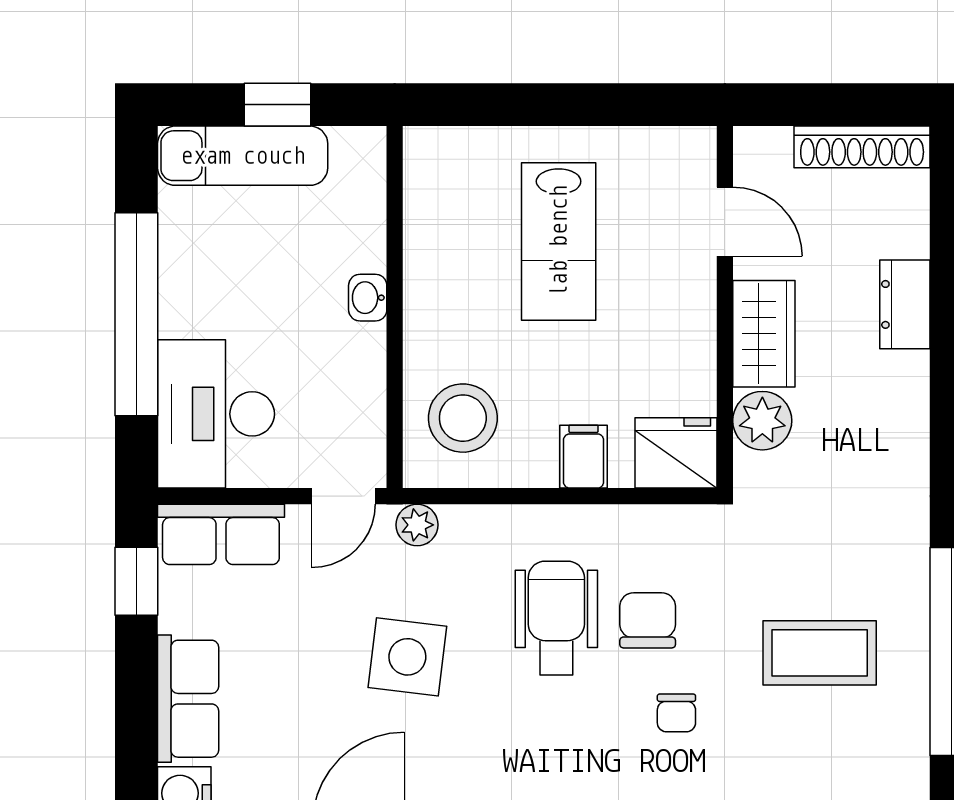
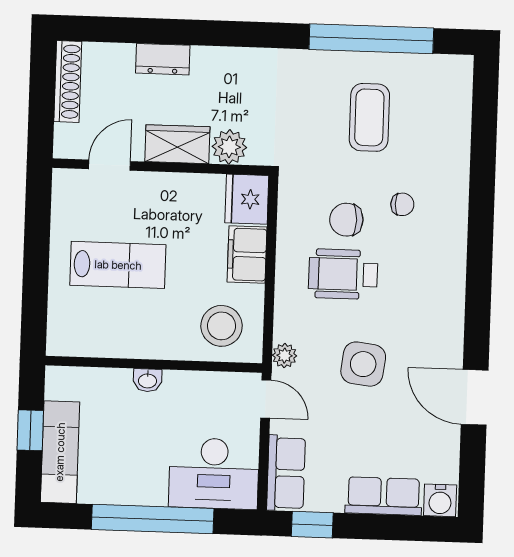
filing cabinet: (584, 457) -> (247, 255), width x2.00

